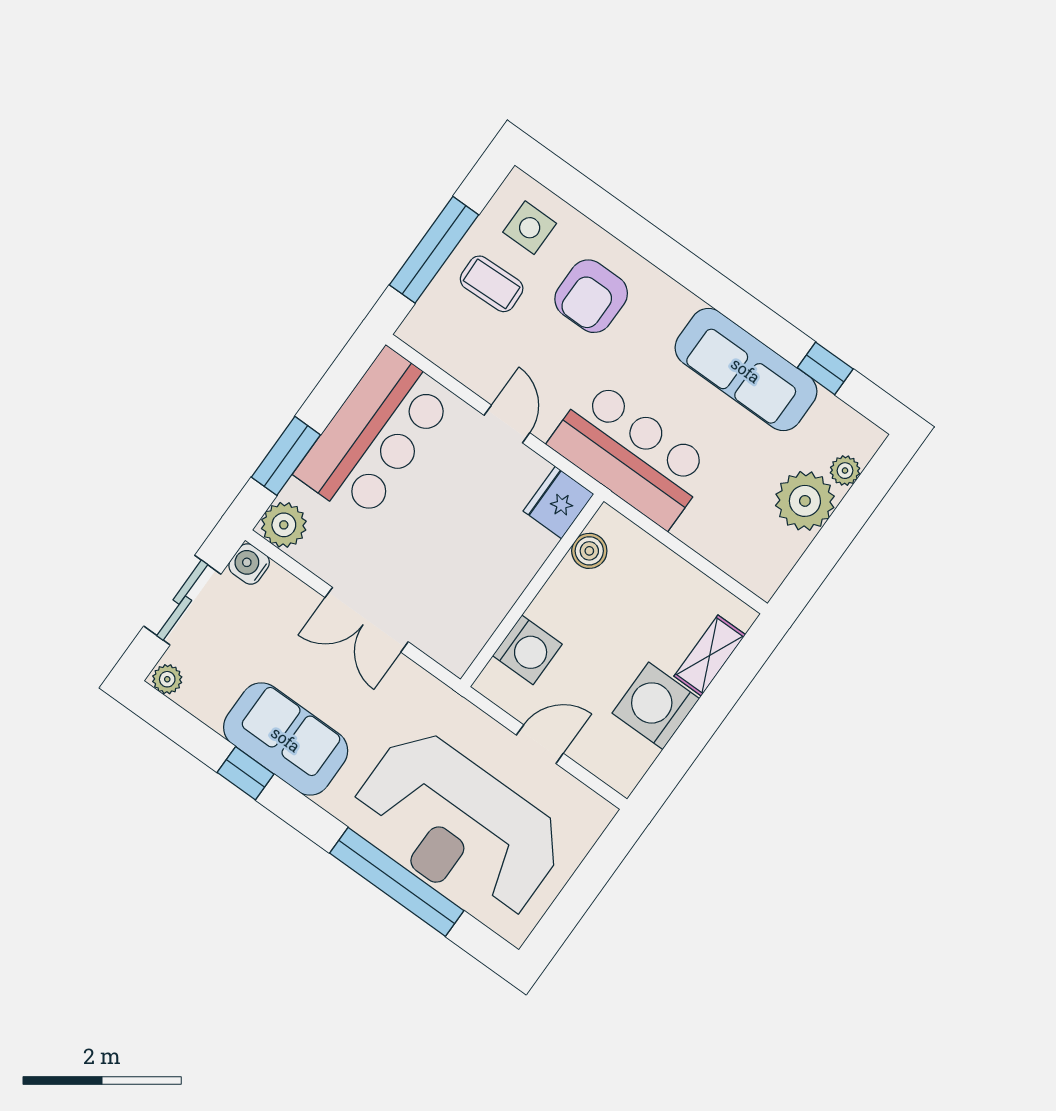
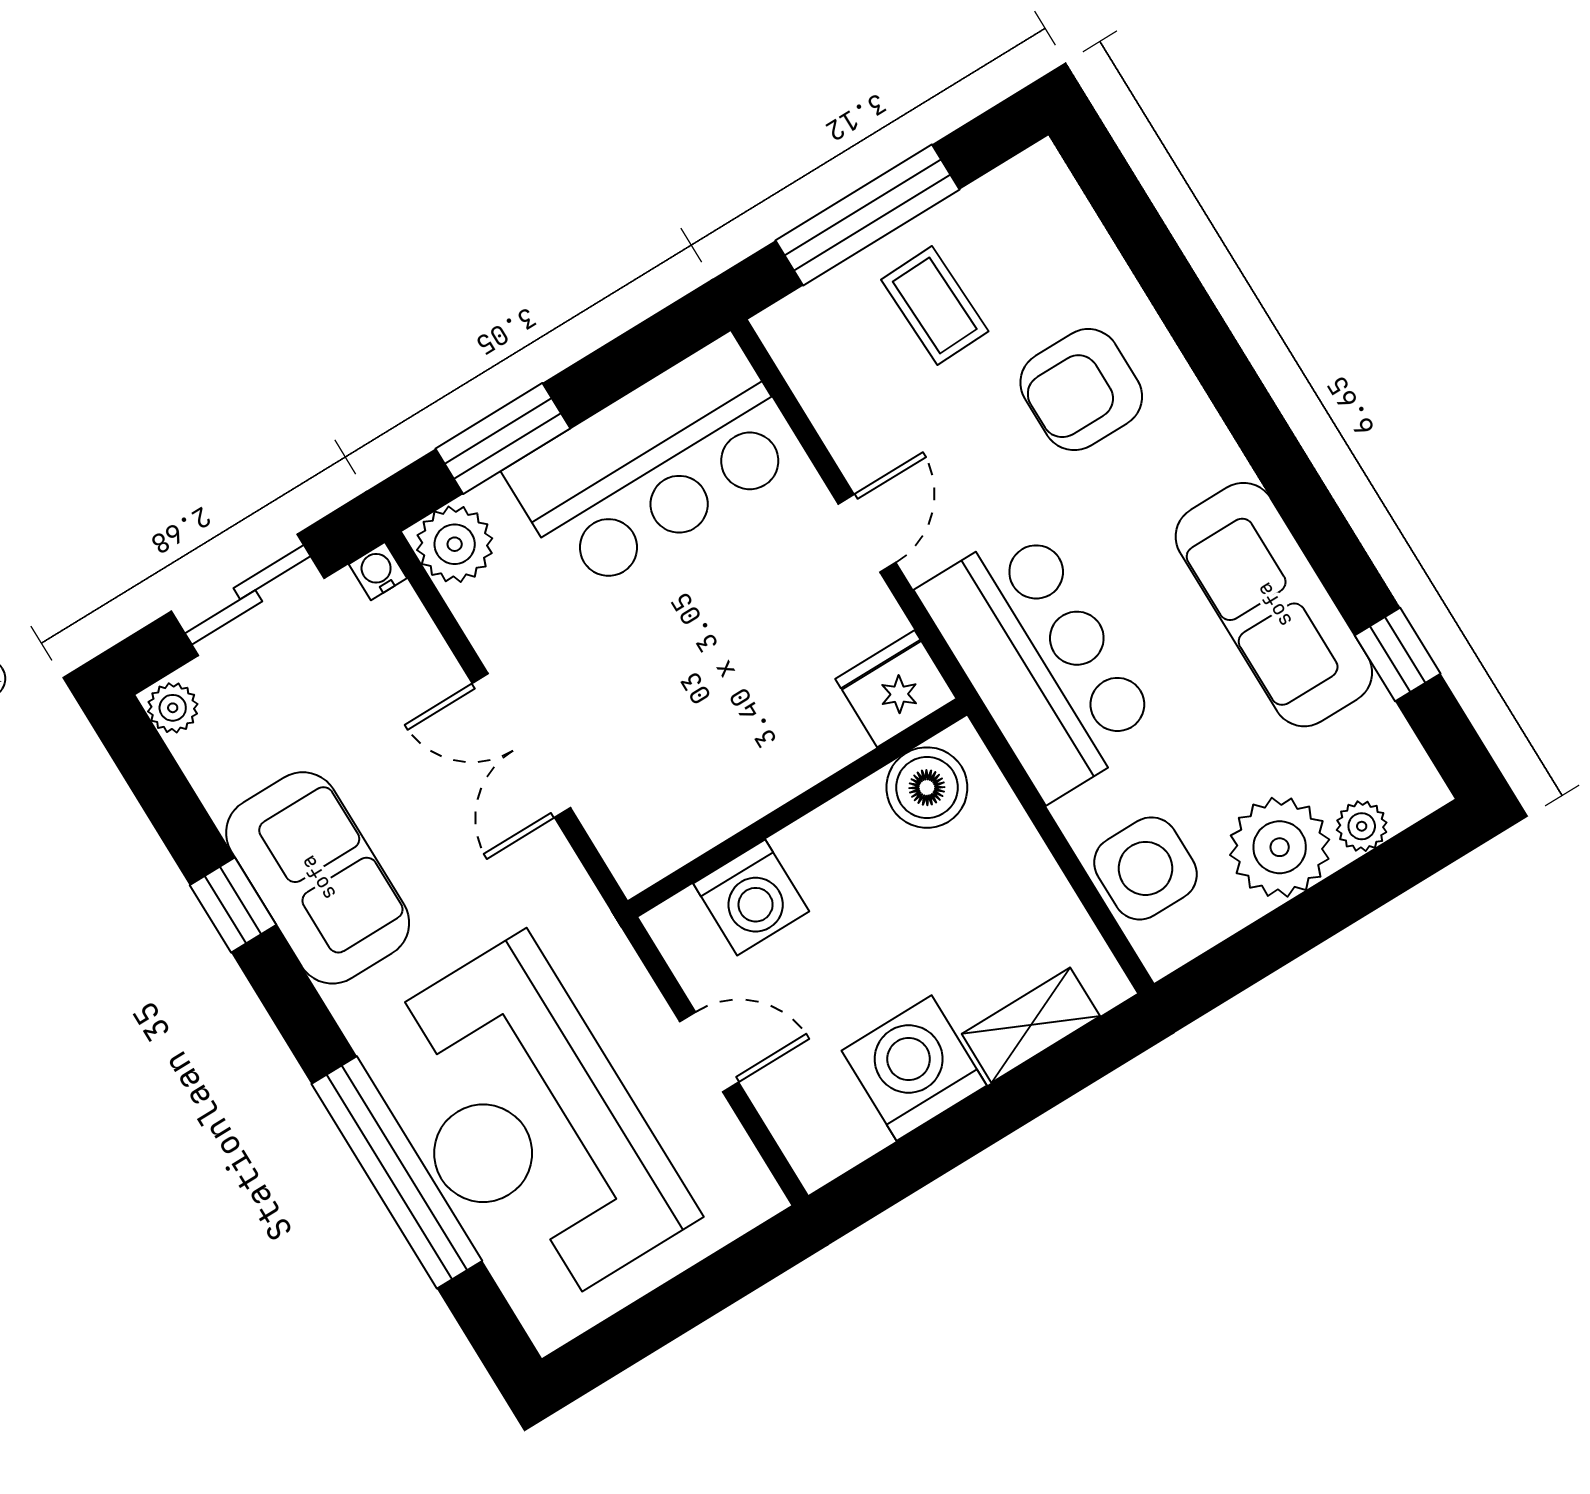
side table: (530, 228) -> (1145, 868), moved, width x1.37, depth x1.37
boiler: (589, 551) -> (927, 788), width x1.36, depth x1.36
water cooler: (249, 564) -> (378, 571), width x0.72, depth x0.72

